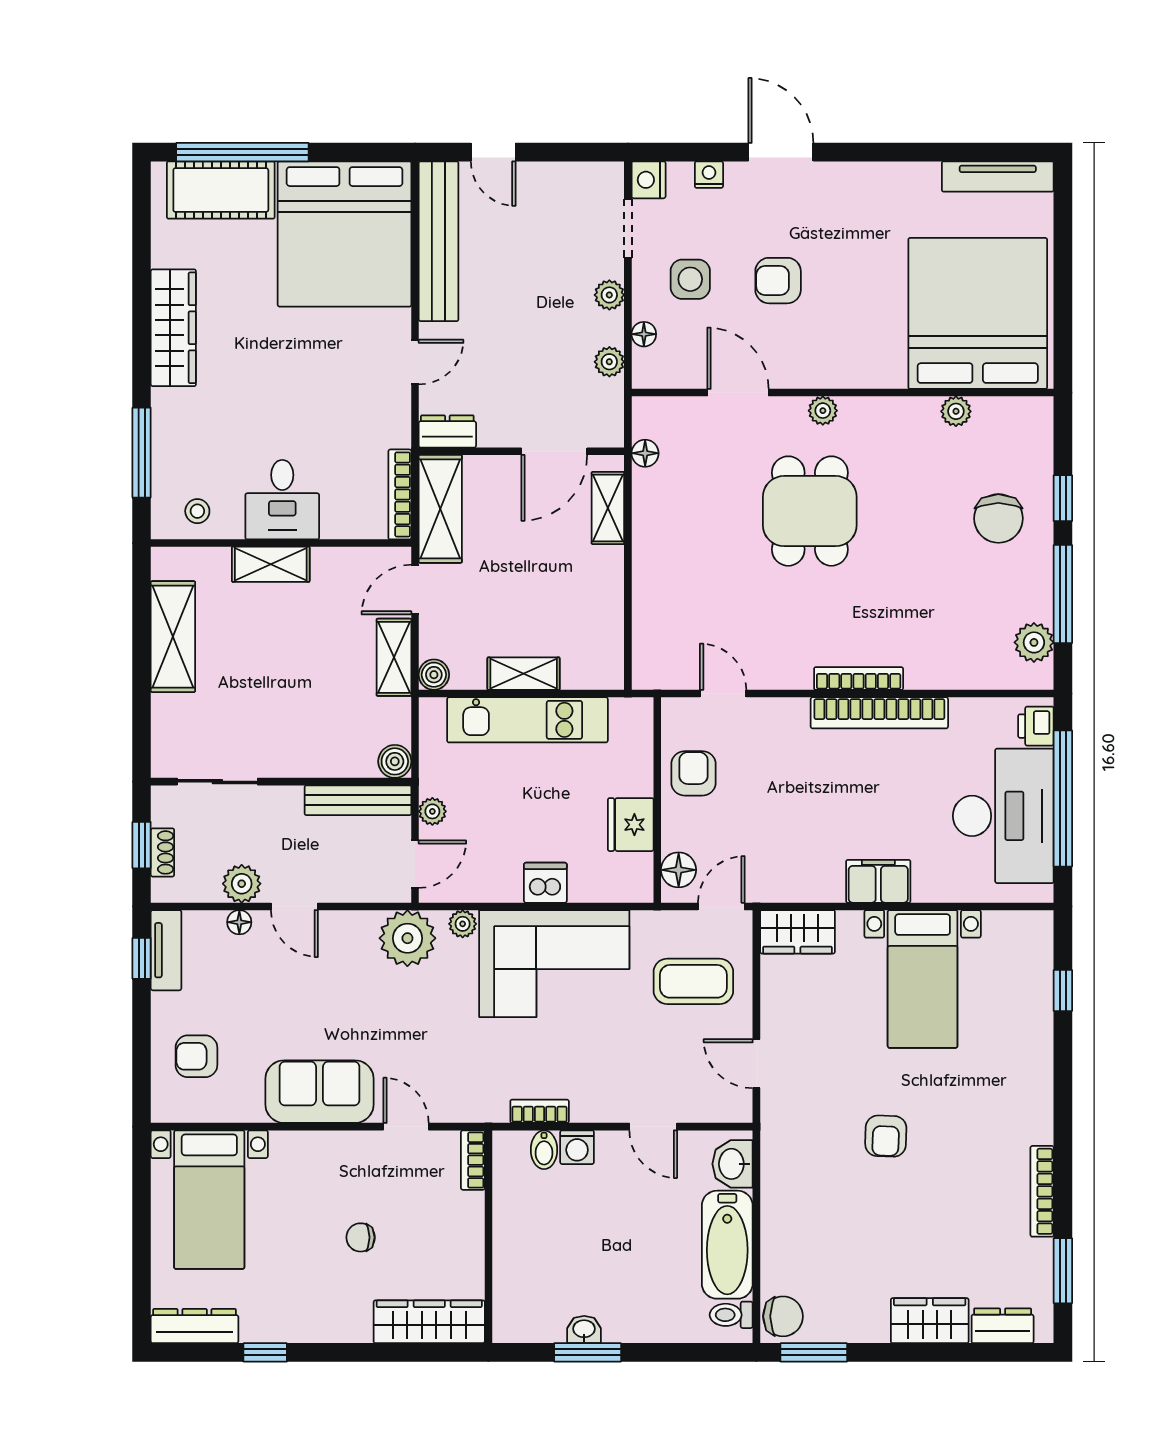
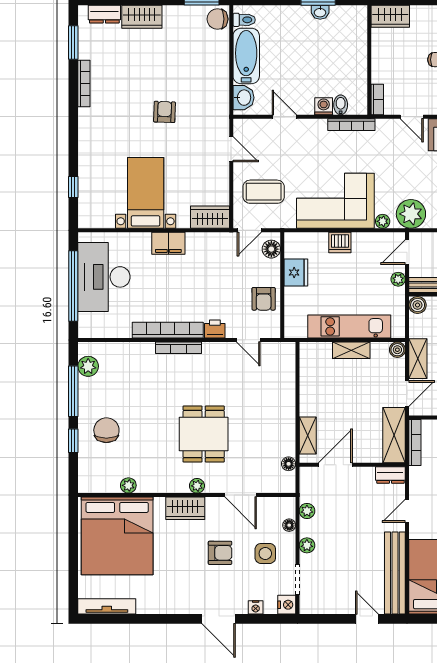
wardrobe: (845, 367) -> (185, 508), added
printer: (1036, 726) -> (215, 329), moved, turned -90
bookcase: (540, 1111) -> (351, 125), width x1.56
wardrobe: (429, 1322) -> (390, 16), width x0.67

